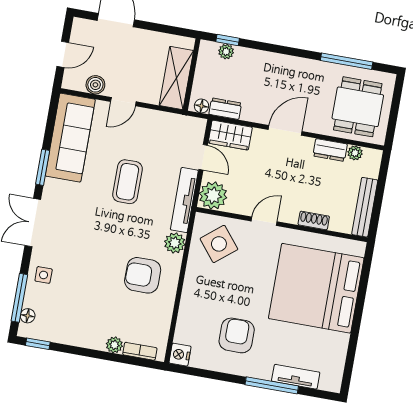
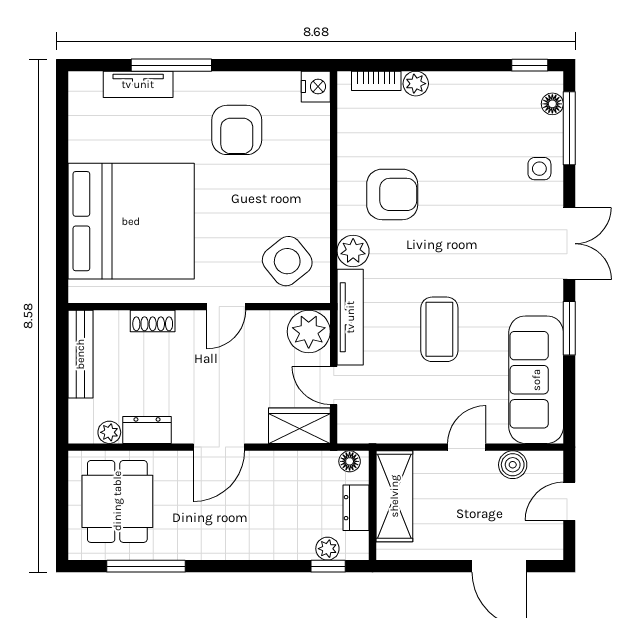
dresser: (225, 109) -> (356, 508), moved, turned 90

